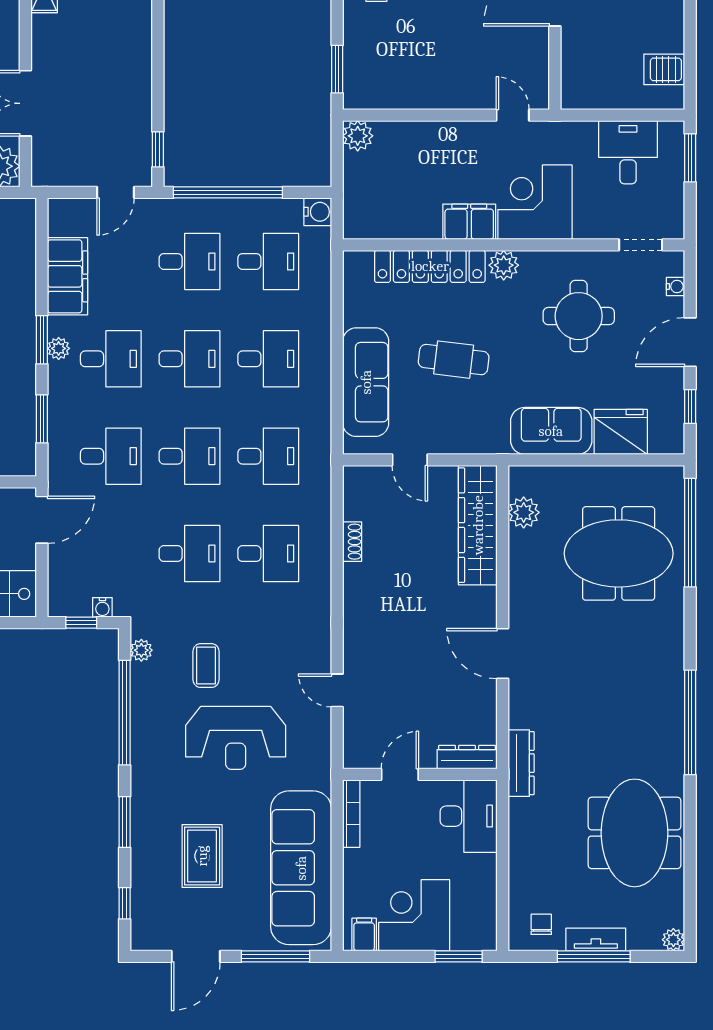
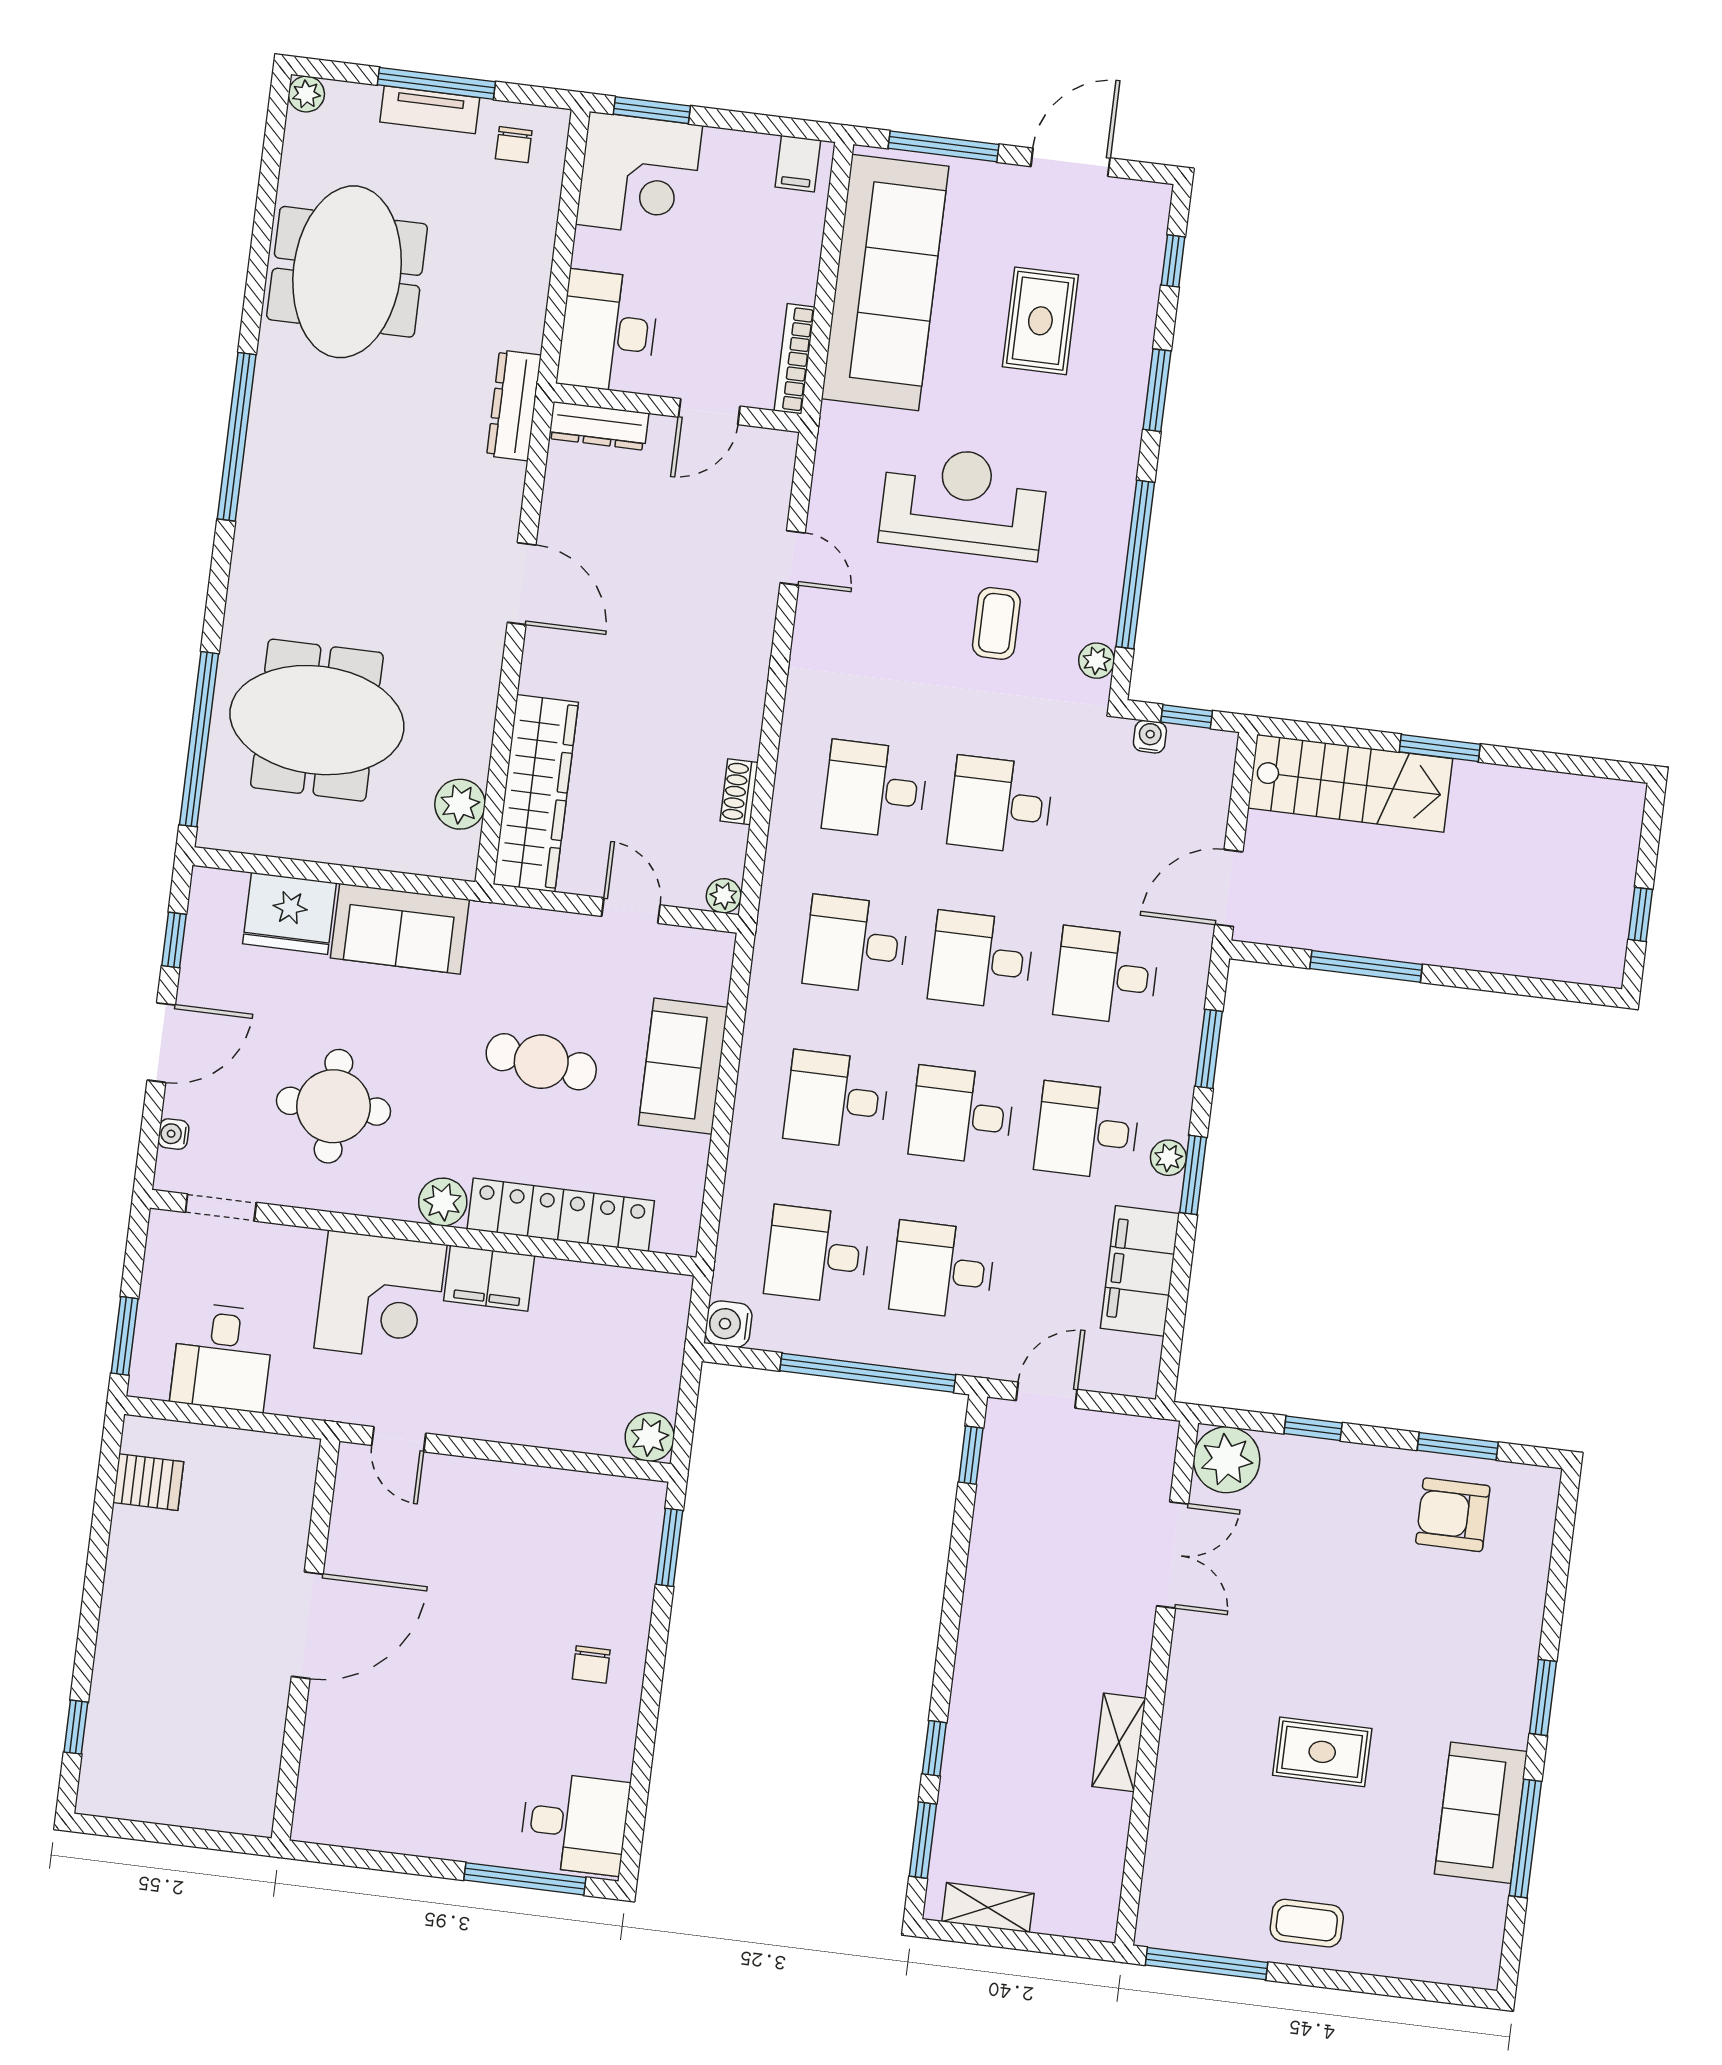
sofa: (366, 382) -> (683, 1066), width x0.73
plant: (354, 476) -> (724, 896), added
corner desk: (414, 915) -> (639, 175), moved

